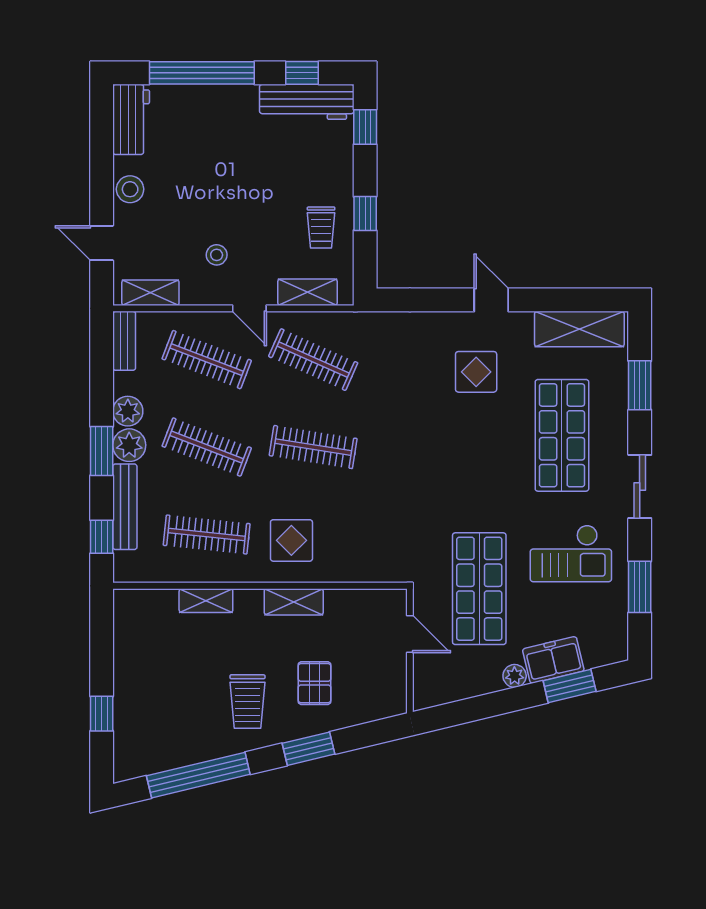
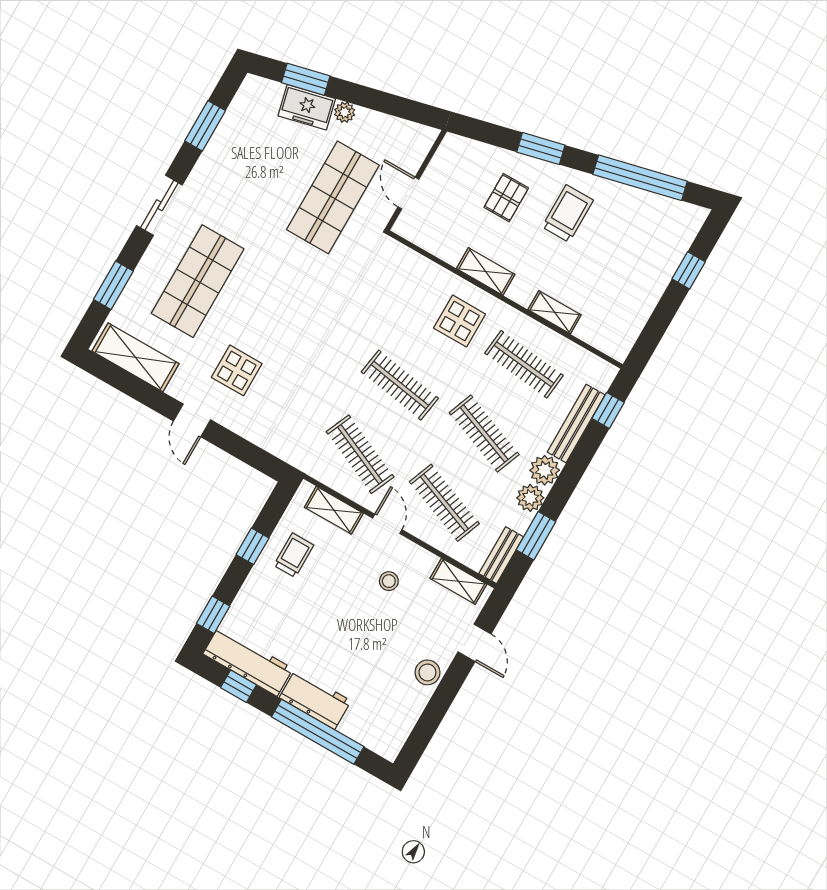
workbench: (131, 119) -> (315, 699), moved, turned 90
window: (102, 451) -> (536, 536), moved
checkout: (571, 553) -> (244, 184), removed

